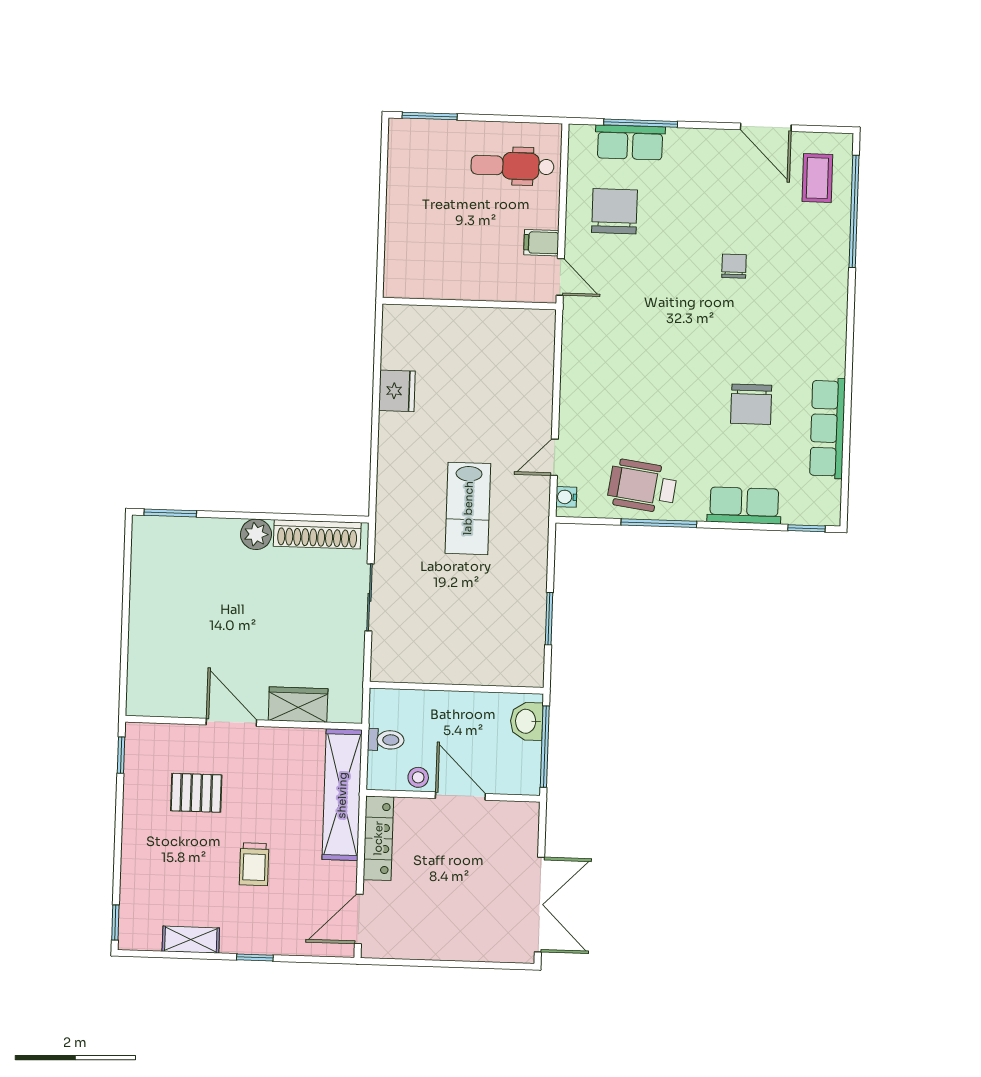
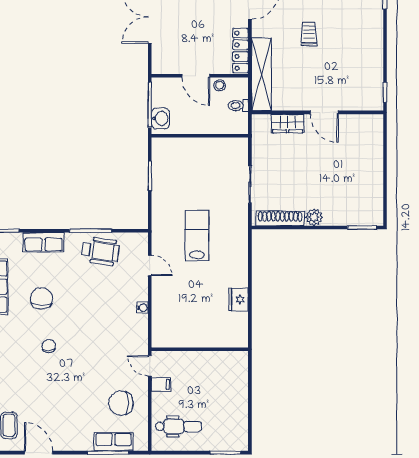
chair: (615, 211) -> (121, 403), turned 90
chair: (734, 266) -> (49, 346), moved, turned 180
door: (554, 457) -> (150, 265), hinge flipped
water cooler: (566, 497) -> (143, 308), moved
pallet: (196, 793) -> (342, 73), removed

